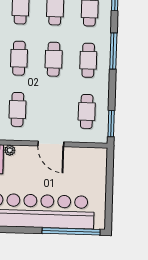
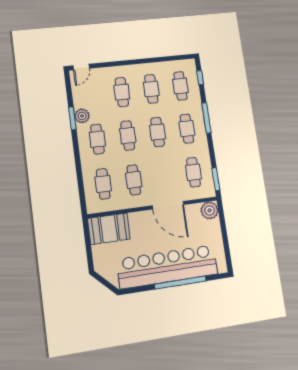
door: (51, 144) -> (168, 205), width x1.36
plant: (10, 150) -> (210, 210), moved, width x1.88, depth x1.88
window: (71, 231) -> (180, 283), moved

